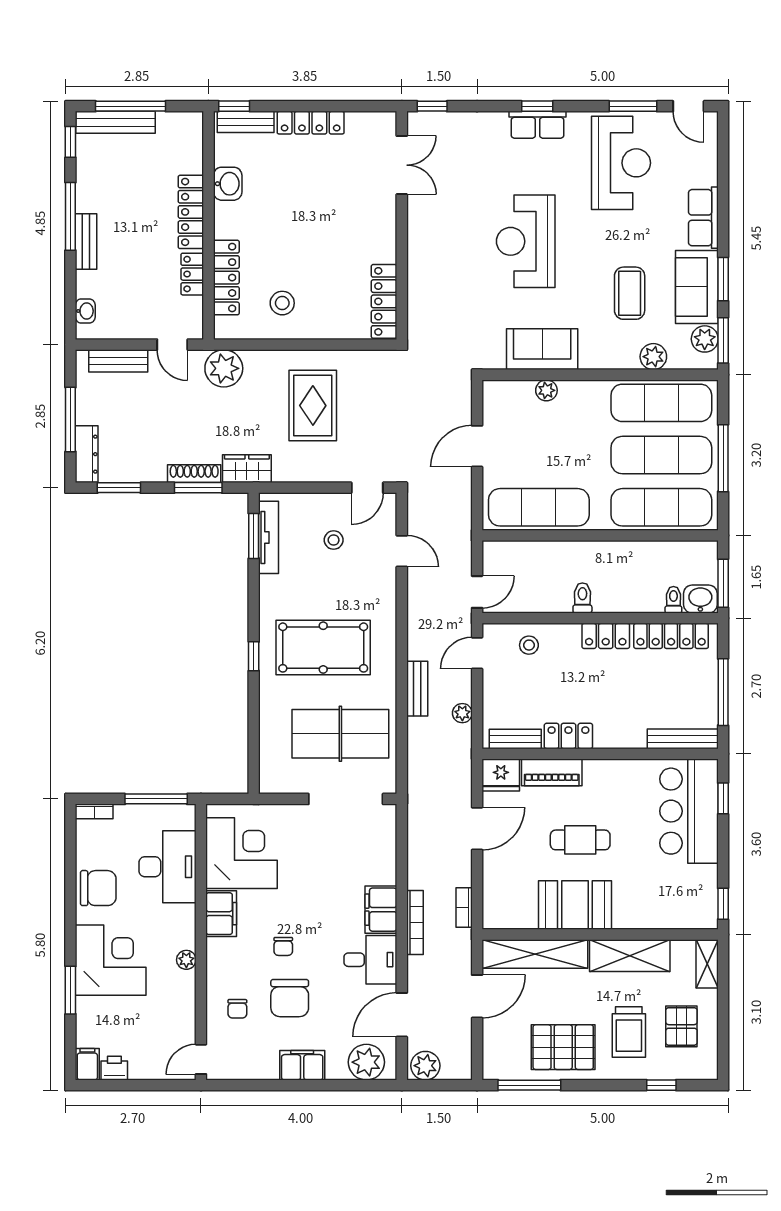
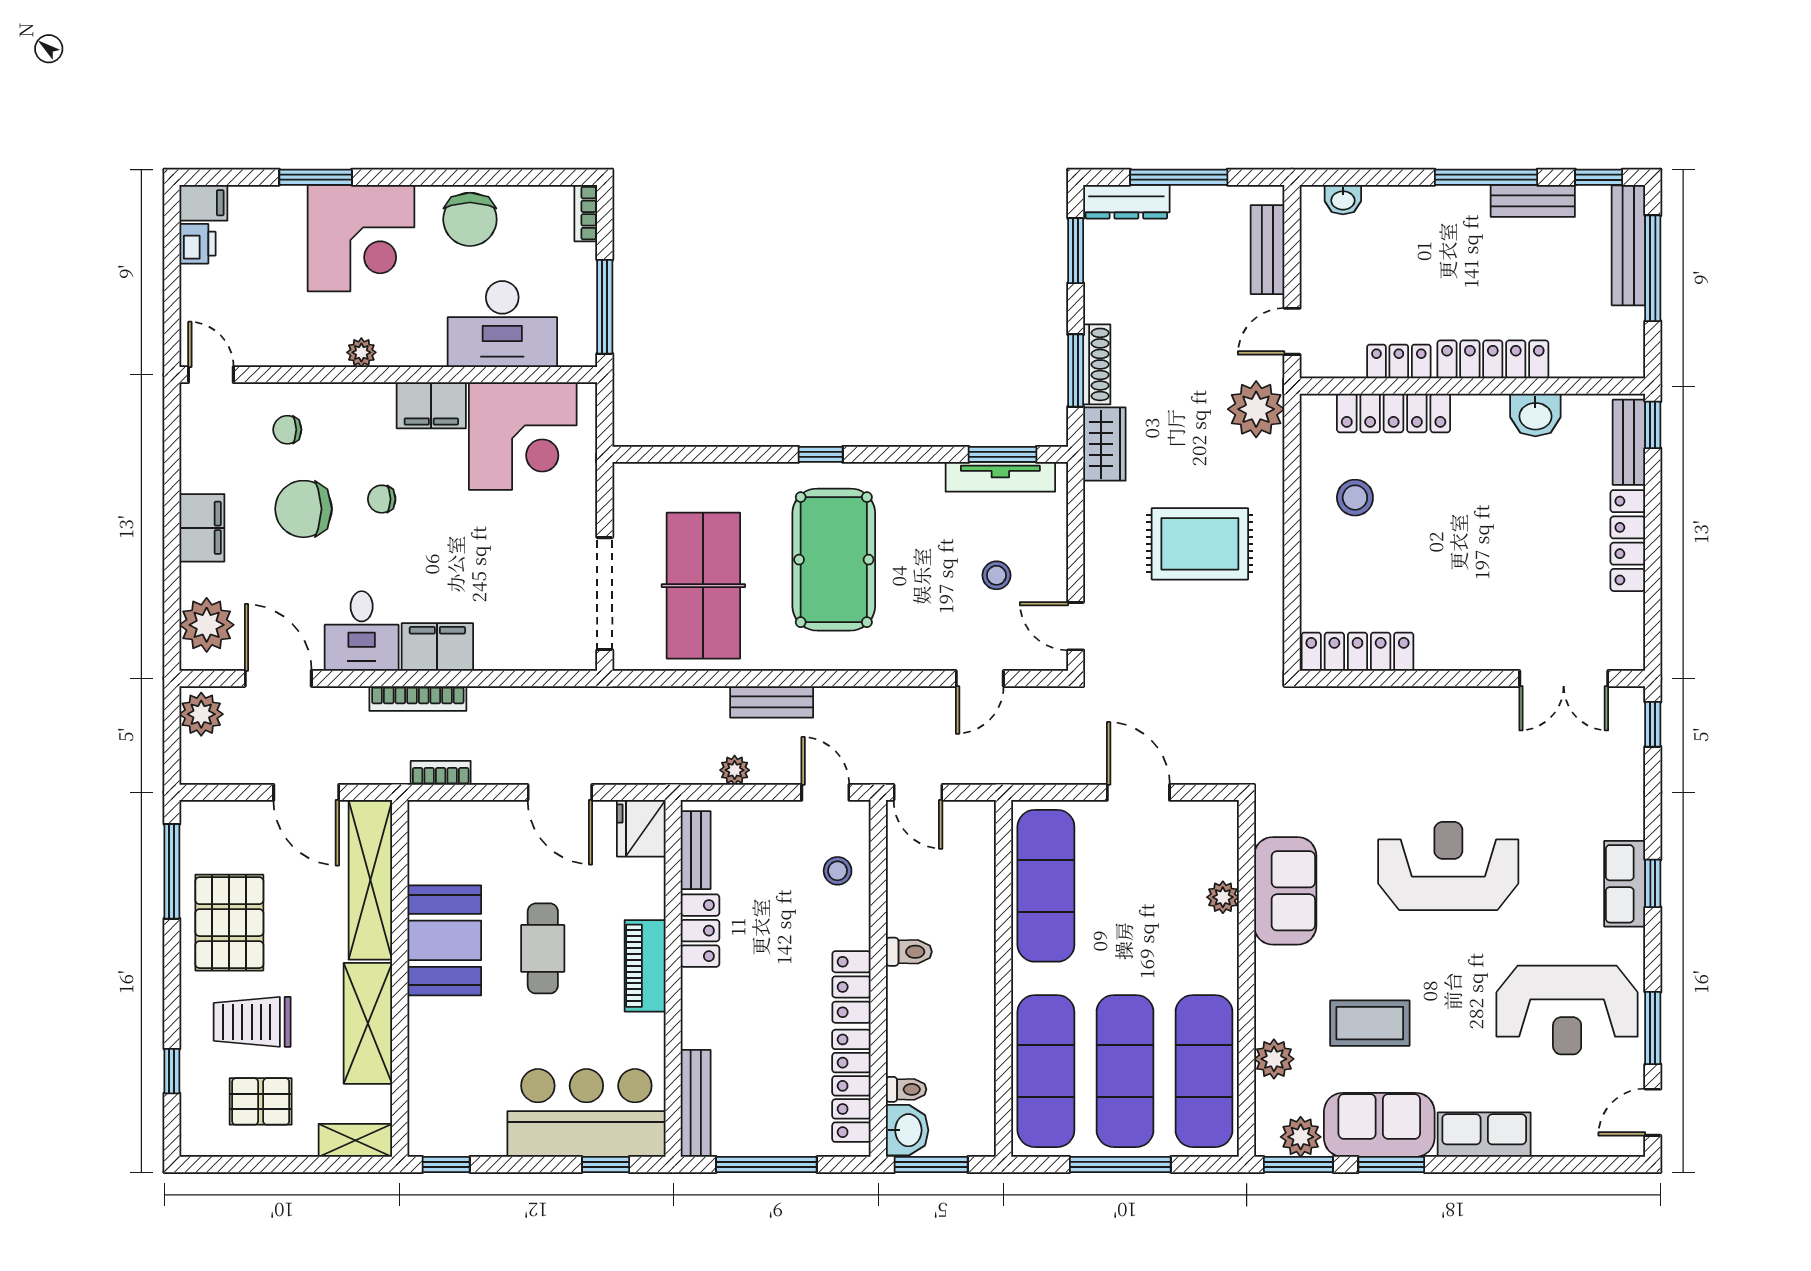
bench: (86, 241) -> (1533, 201), moved
piano: (552, 772) -> (645, 966), moved

